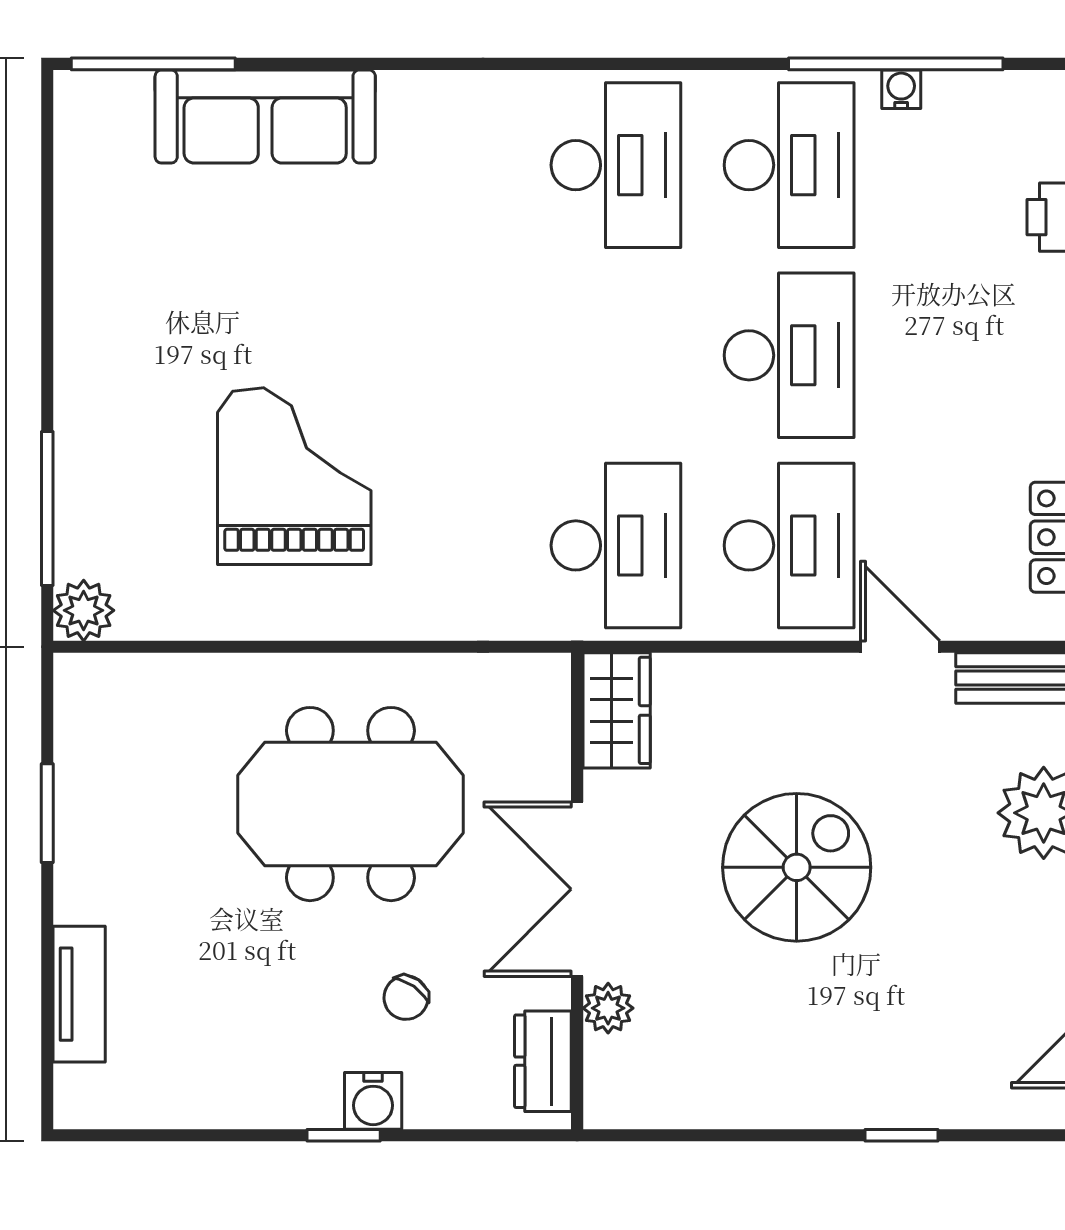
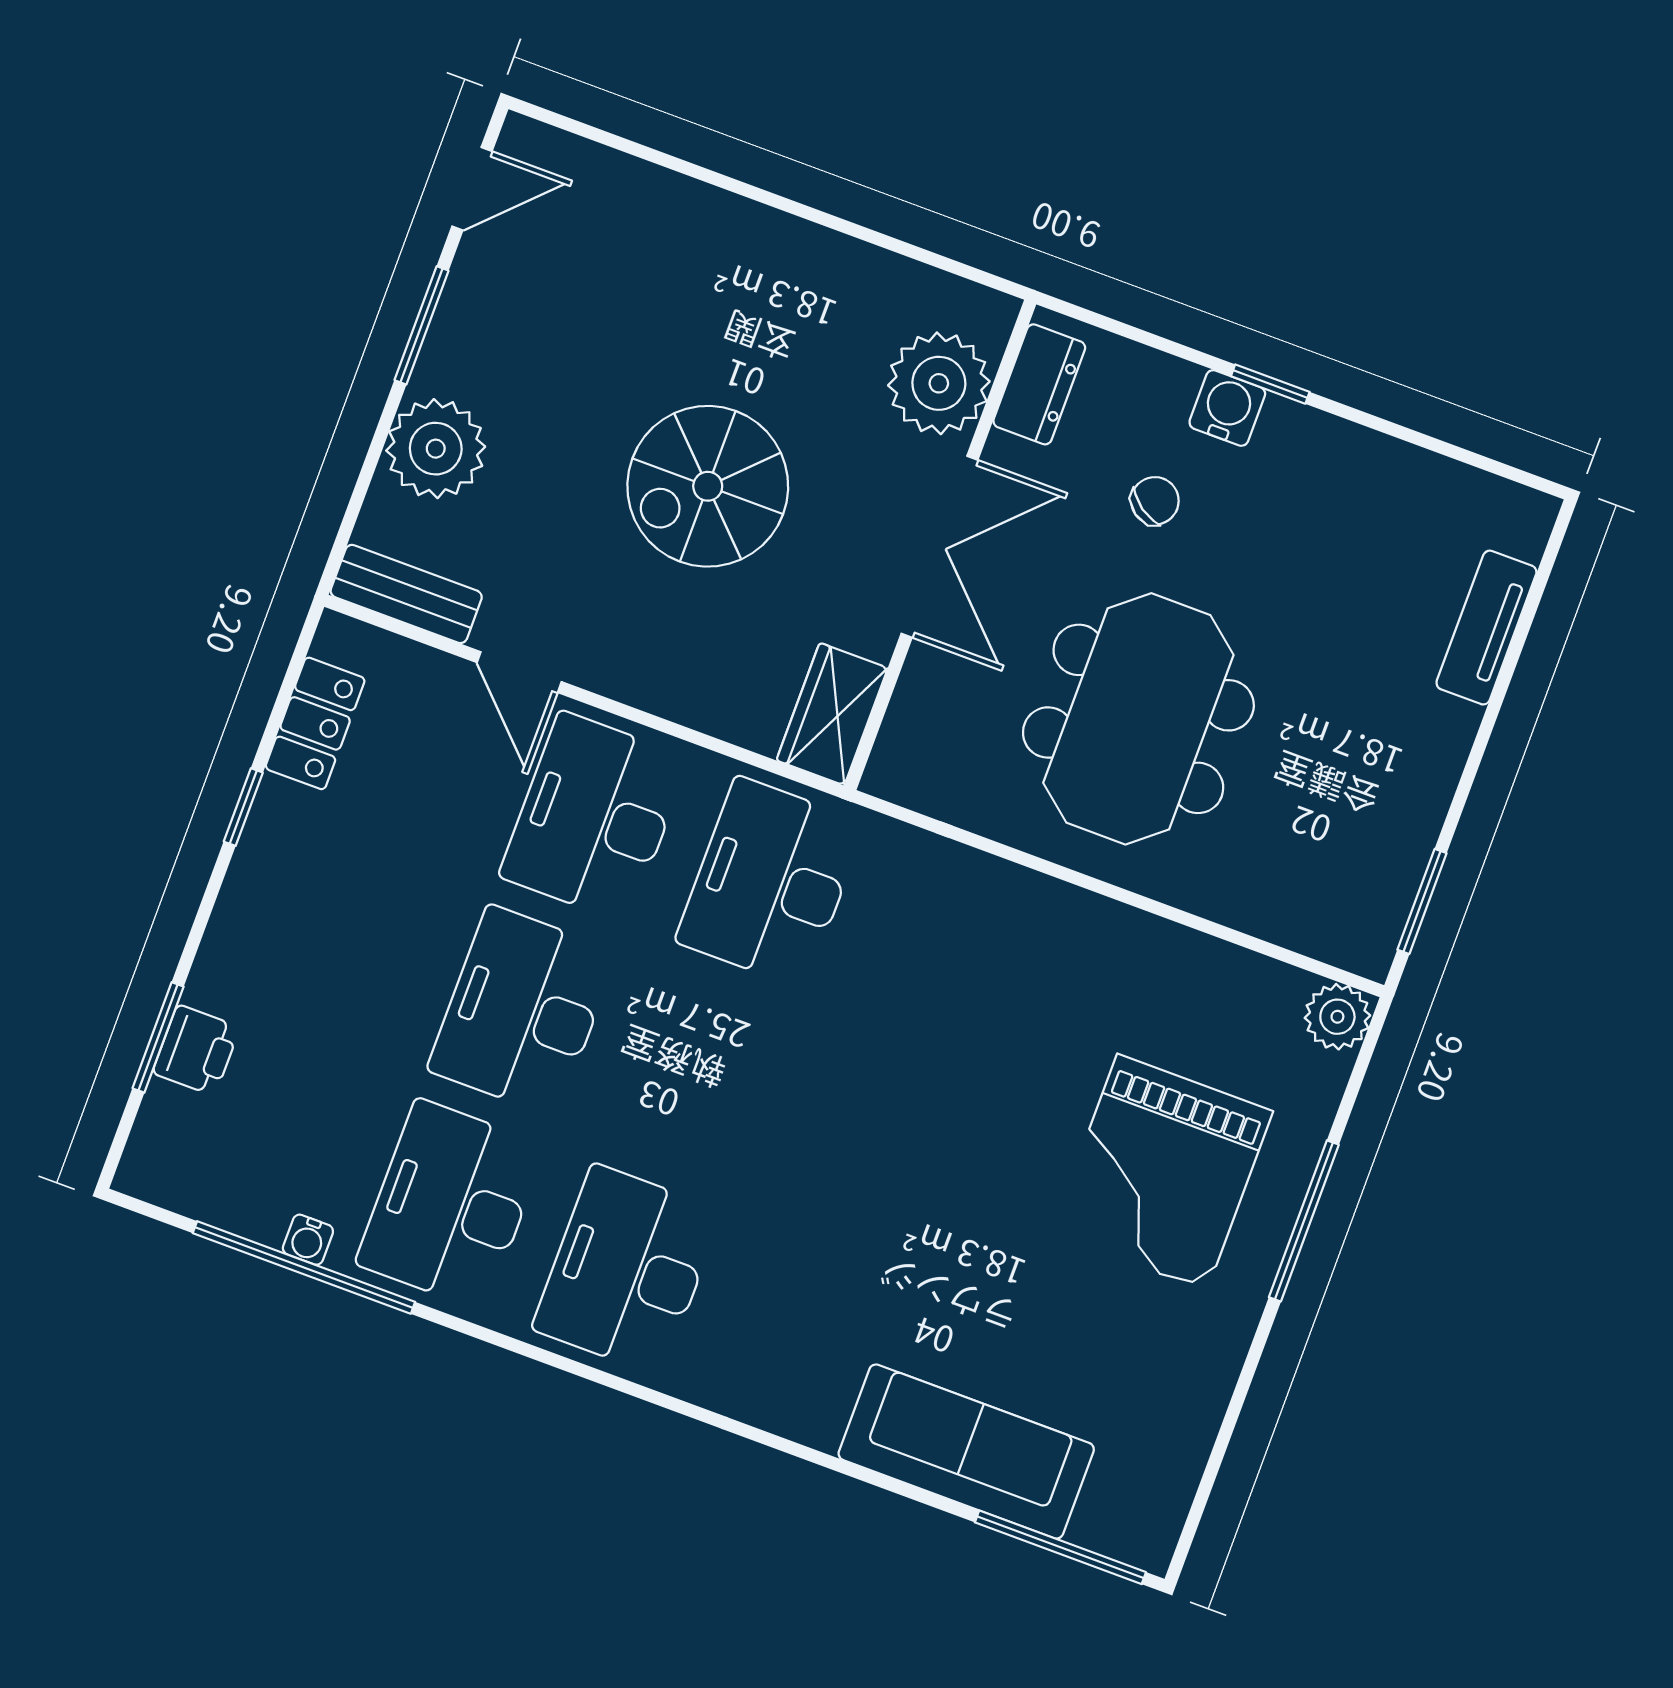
grand piano: (294, 476) -> (1162, 1172), moved
window: (47, 509) -> (1304, 1221), moved
meeting table: (350, 804) -> (1138, 719), turned 90
window: (47, 813) -> (1422, 901), moved
plant: (608, 1008) -> (939, 383), width x1.88, depth x1.88
window: (902, 1135) -> (702, 174), removed

